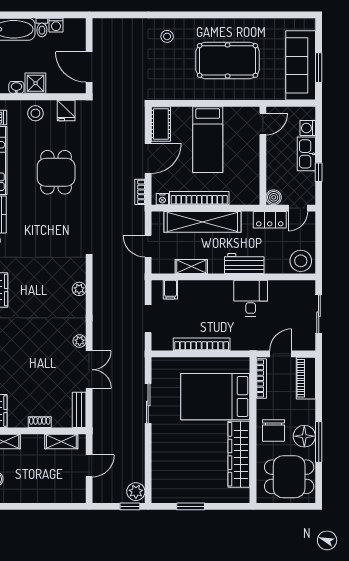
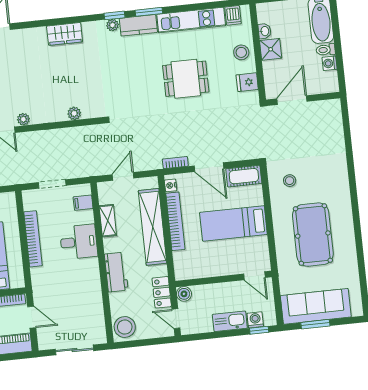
stool: (167, 36) -> (290, 181), moved
window: (319, 172) -> (259, 330), moved
desk: (251, 298) -> (79, 242), moved

